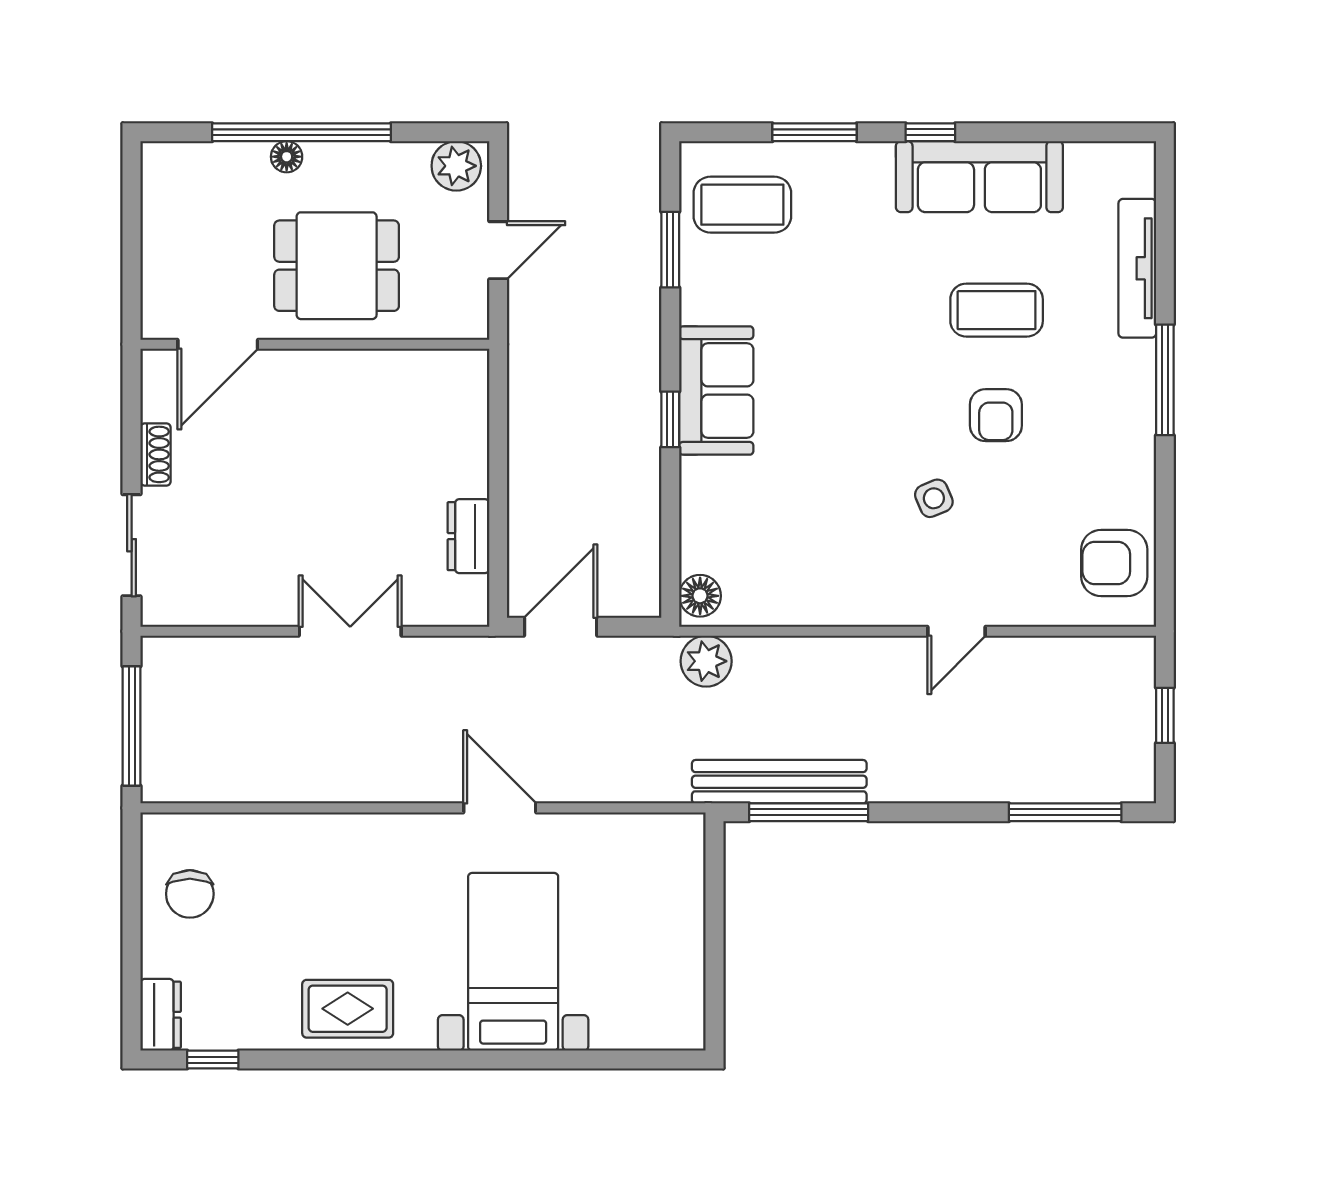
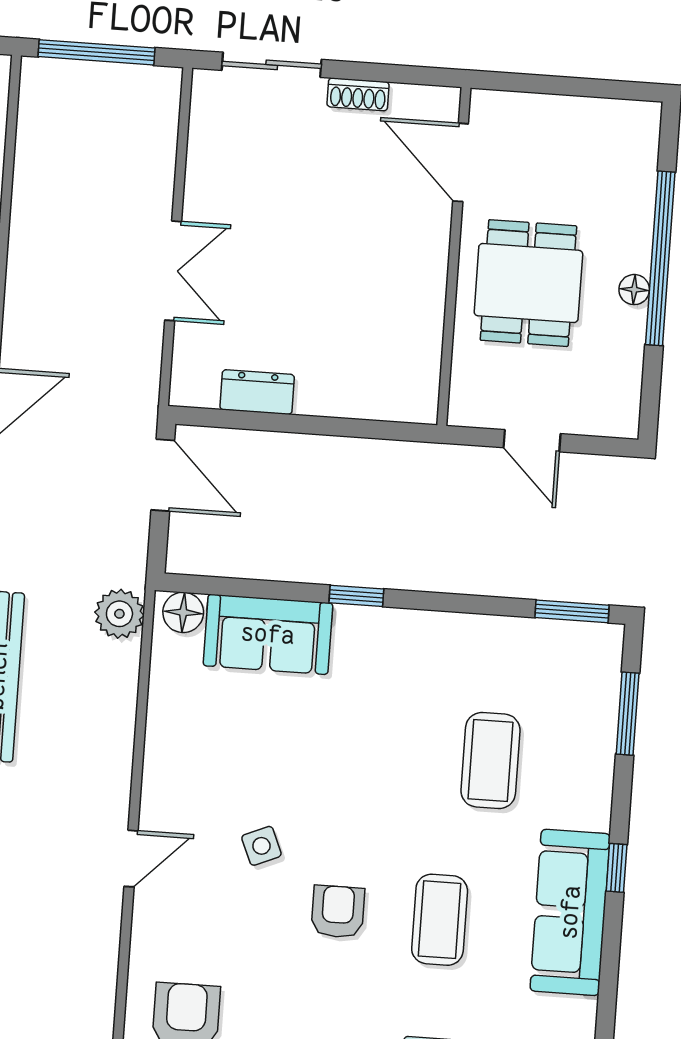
window: (815, 132) -> (628, 714), moved
floor lamp: (287, 157) -> (634, 290), moved
plant: (456, 166) -> (617, 406), removed
coffee table: (742, 205) -> (491, 761), moved
window: (670, 250) -> (572, 611), moved
sofa: (716, 391) -> (268, 634), moved
armchair: (996, 415) -> (338, 912), turned 90
door: (957, 631) -> (131, 859), swing flipped

